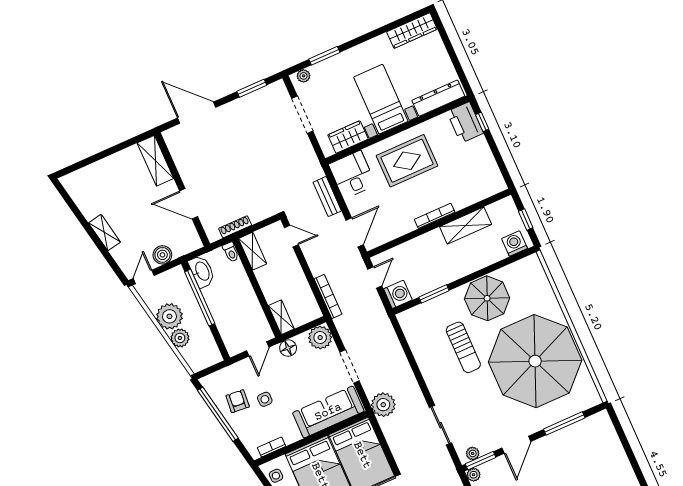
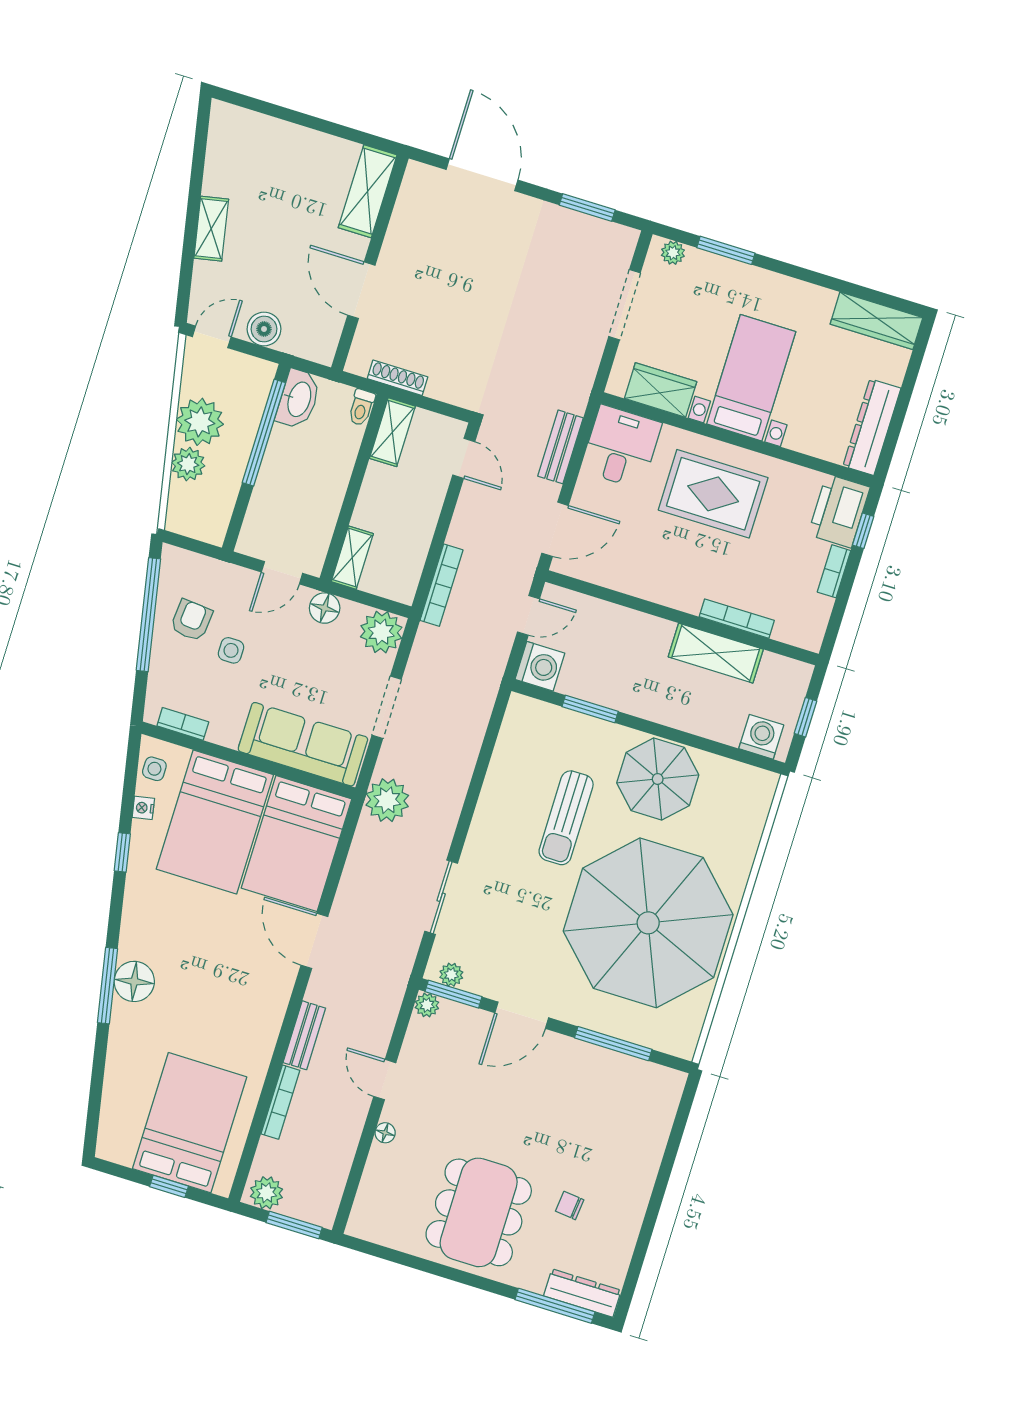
dresser: (438, 98) -> (872, 427), moved, turned -90
bookcase: (485, 149) -> (834, 571), added
bookcase: (435, 216) -> (737, 619), moved

